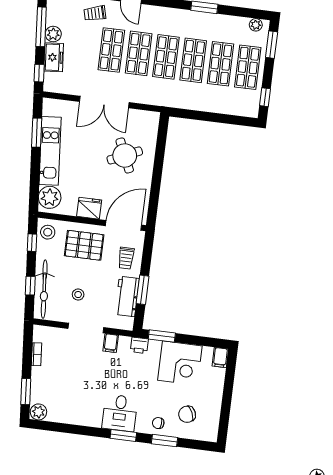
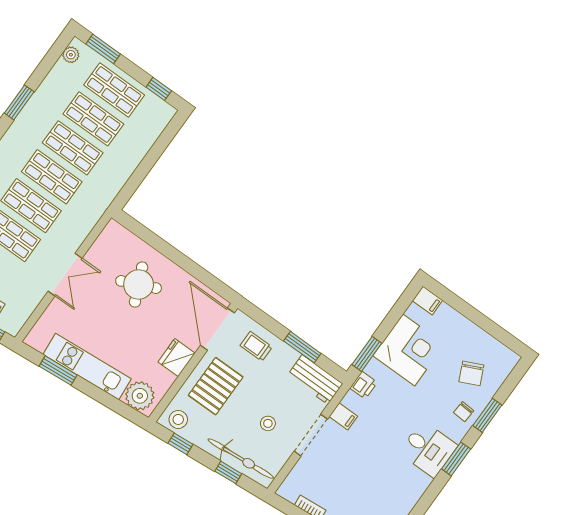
double door: (104, 102) -> (65, 275), width x0.73
trolley: (126, 258) -> (256, 346), turned 180
workbench: (127, 296) -> (315, 380), moved

